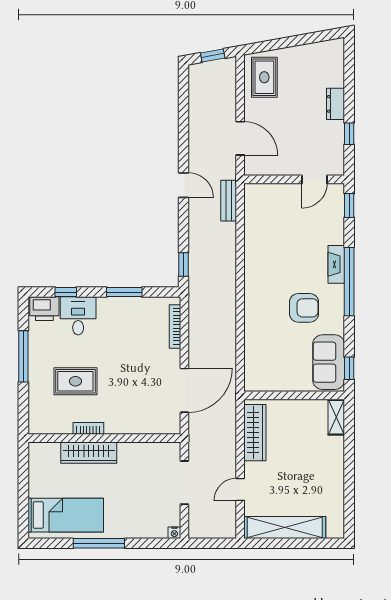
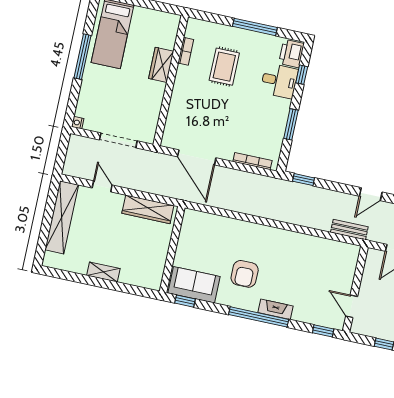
shelving: (336, 417) -> (103, 272), moved
bookcase: (88, 428) -> (186, 51), moved
wardrobe: (89, 453) -> (161, 65), width x0.67

